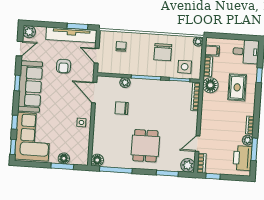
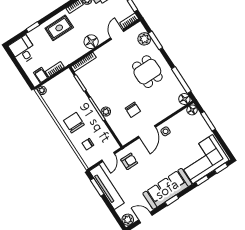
chair: (163, 52) -> (74, 123), moved, turned -90
armchair: (64, 66) -> (129, 161), moved
side table: (185, 67) -> (68, 86), removed
plant: (125, 83) -> (106, 112), moved
floor lamp: (210, 85) -> (91, 42), moved
rug: (237, 87) -> (59, 28), moved
door: (94, 93) -> (147, 132), moved
door: (197, 144) -> (117, 35), swing flipped
dining table: (145, 146) -> (147, 72), turned 90
floor lamp: (64, 158) -> (192, 110), moved
plant: (188, 165) -> (144, 39), moved

